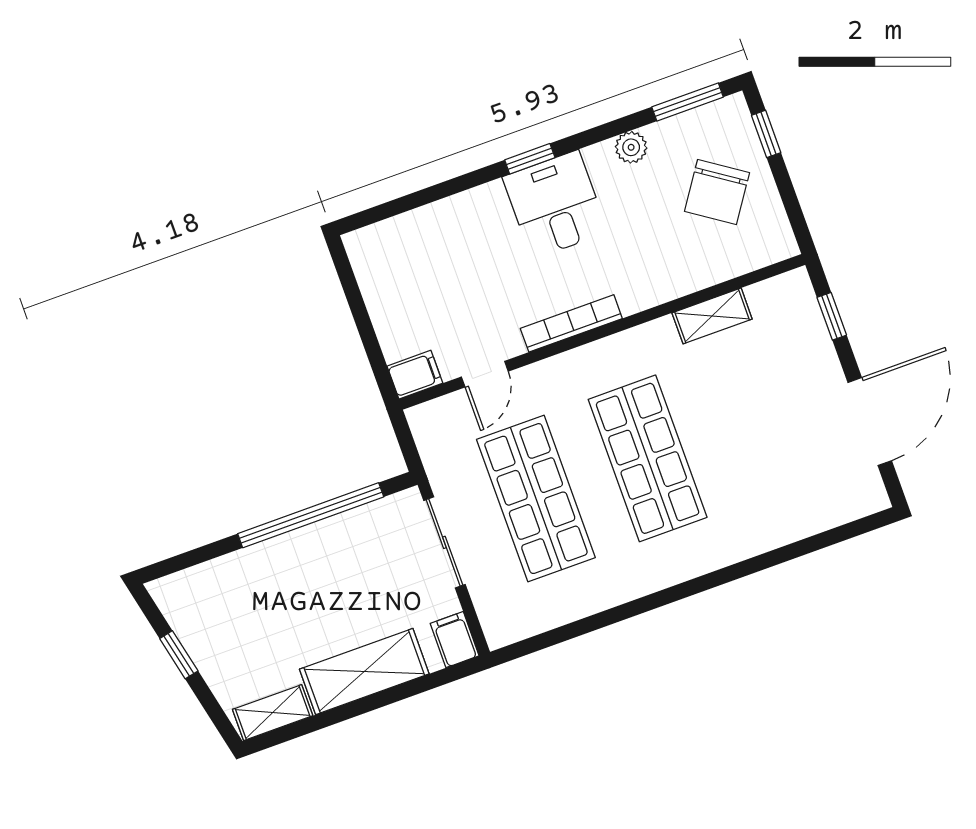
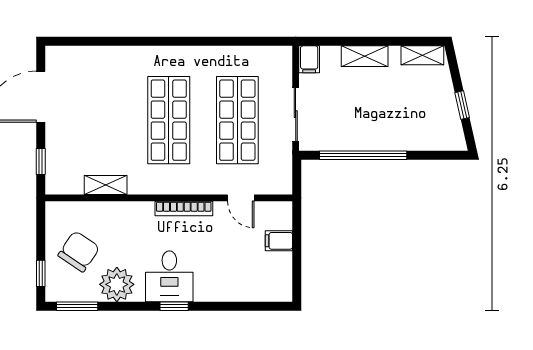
plant: (631, 147) -> (117, 284), width x1.88, depth x1.88
door: (485, 374) -> (241, 198), swing flipped
filing cabinet: (415, 375) -> (279, 241), moved
shelving: (364, 672) -> (365, 56), width x0.67, depth x0.75

